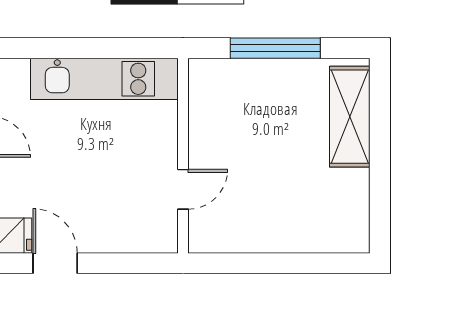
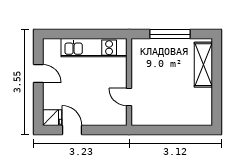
door: (183, 189) -> (129, 97), swing flipped

